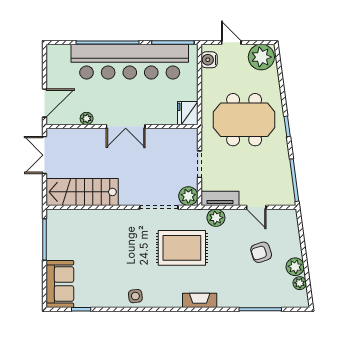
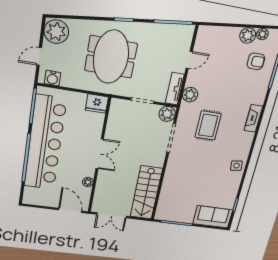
rug: (182, 248) -> (208, 125), width x0.73, depth x0.70
armchair: (261, 252) -> (256, 61), moved, turned -72

